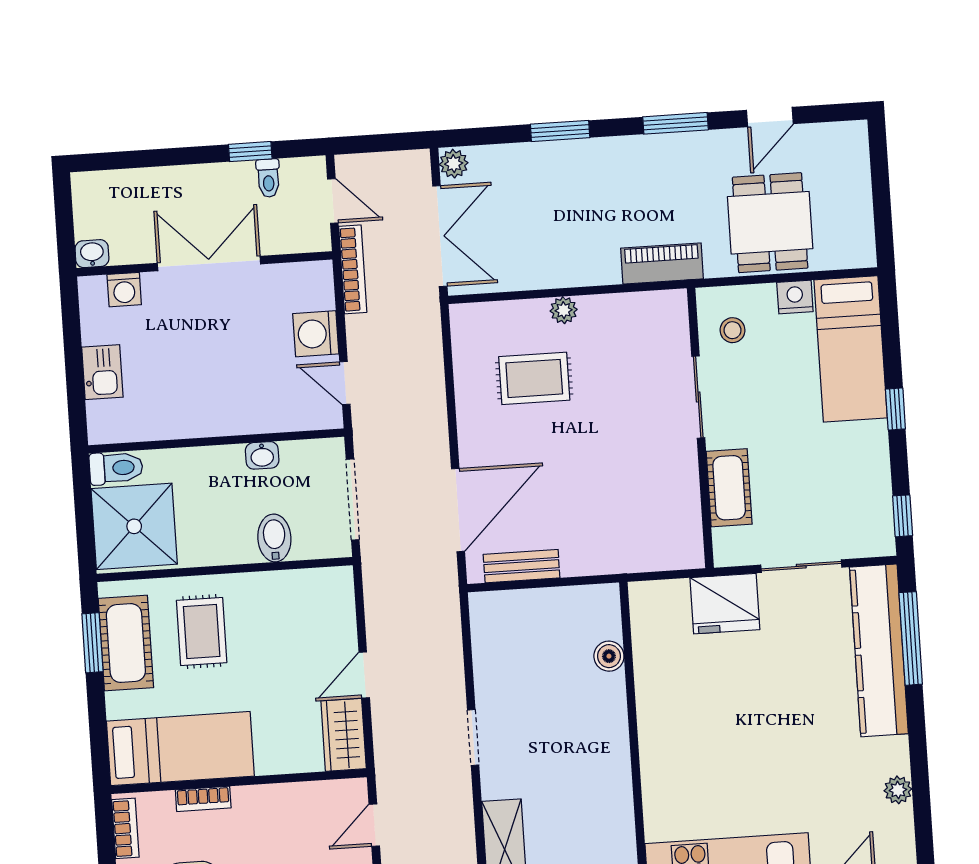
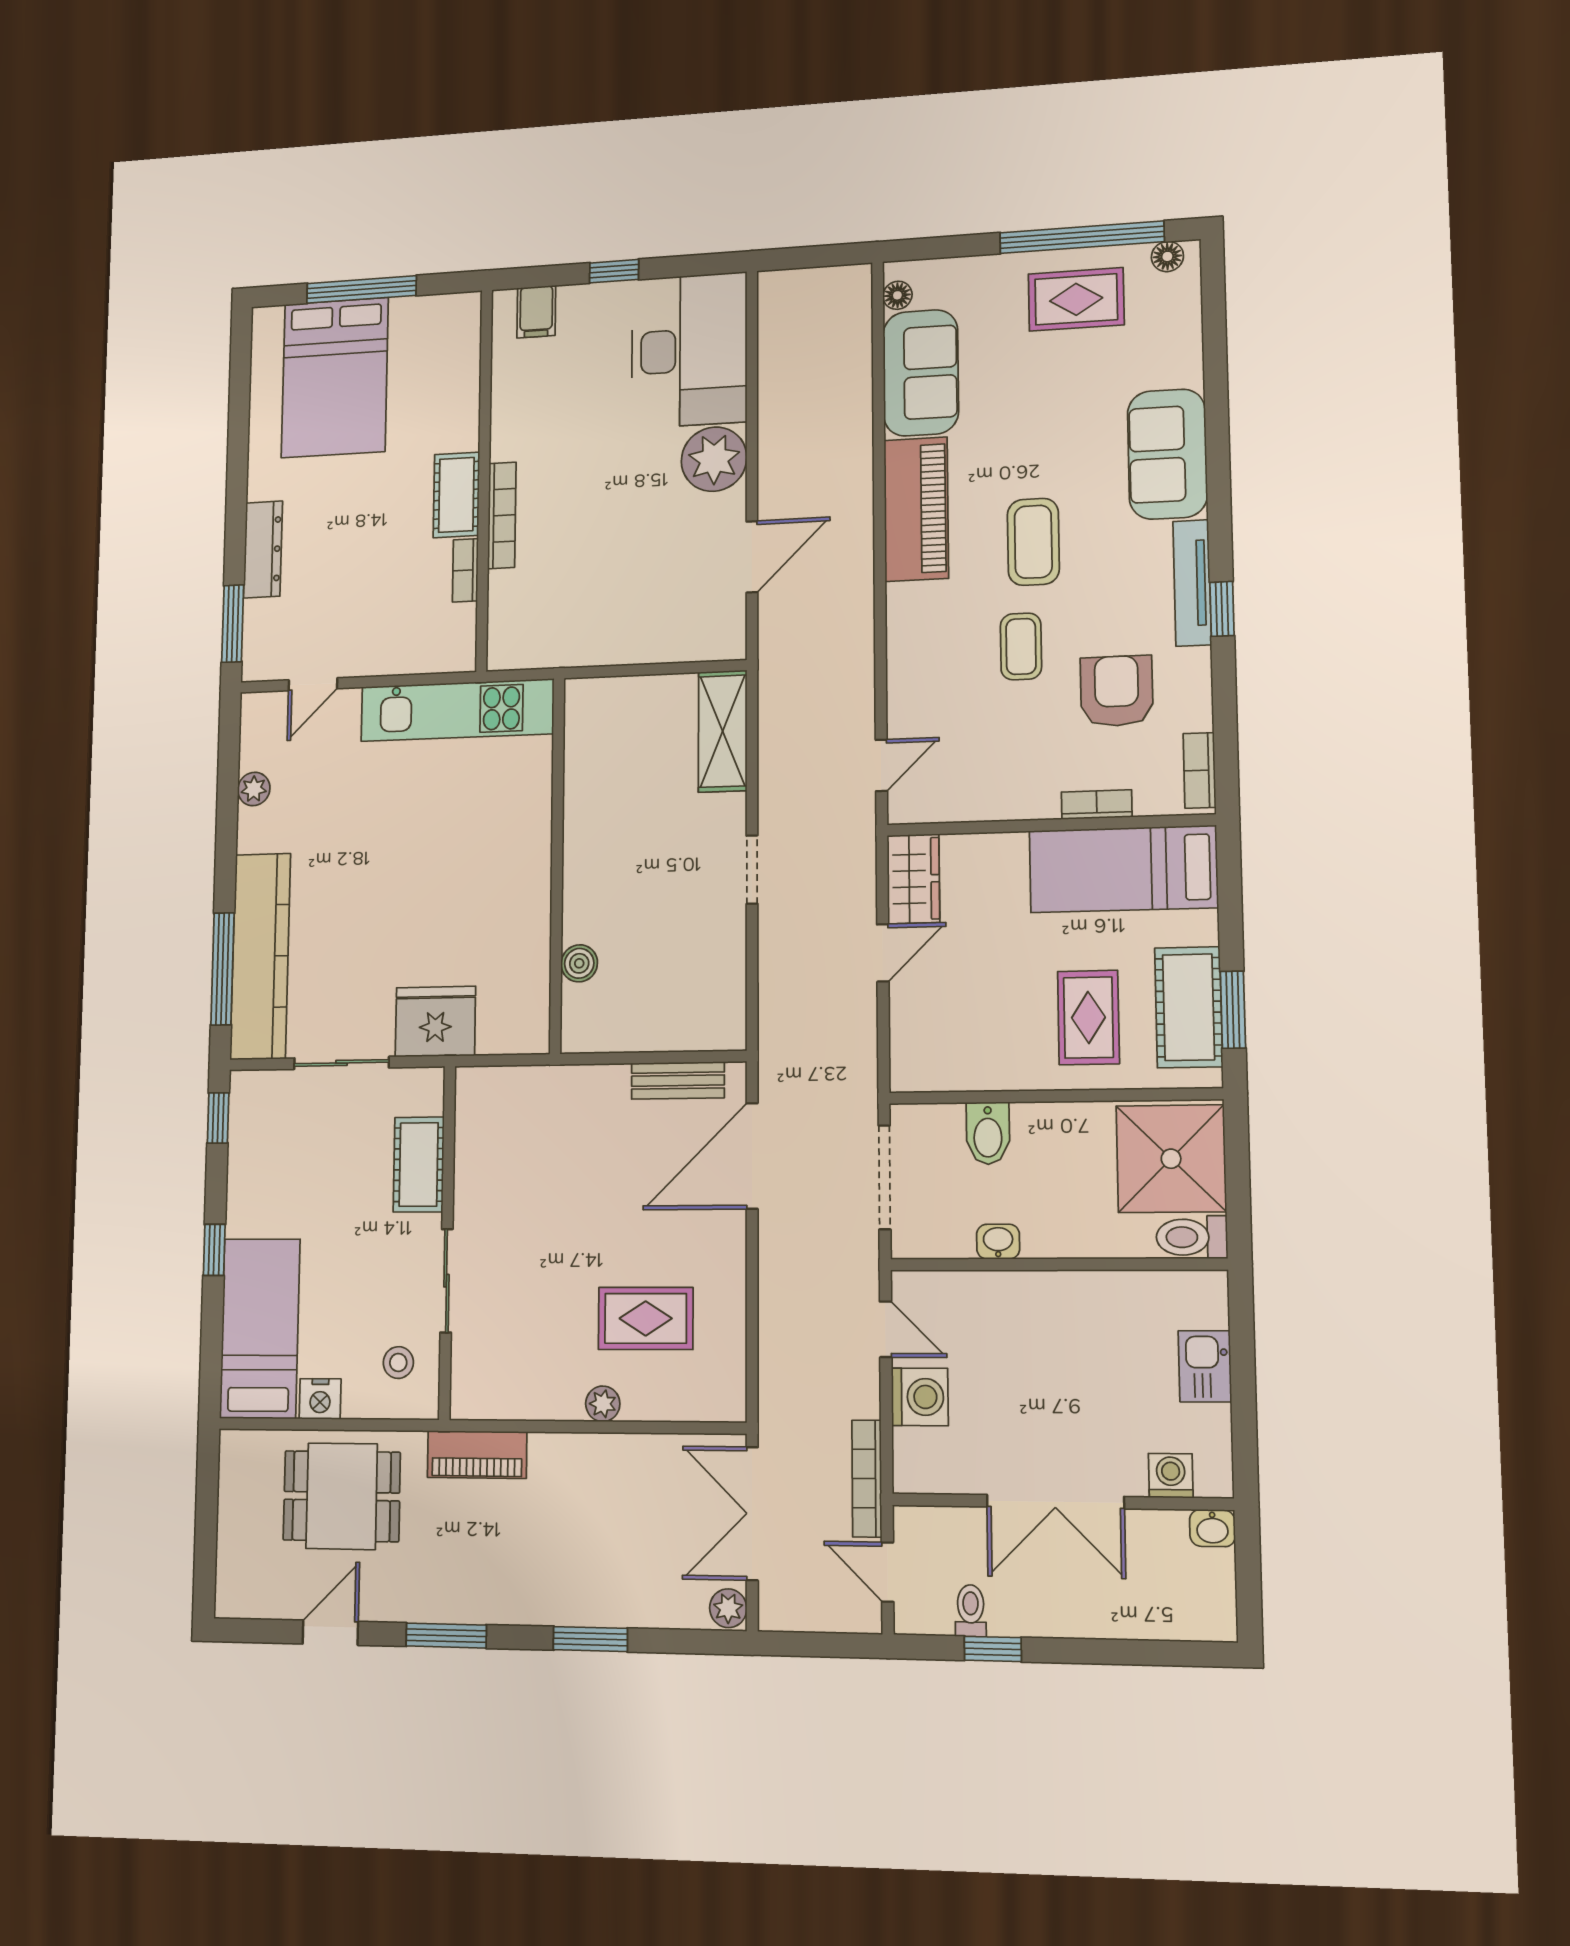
dining table: (770, 223) -> (342, 1496), turned 90

